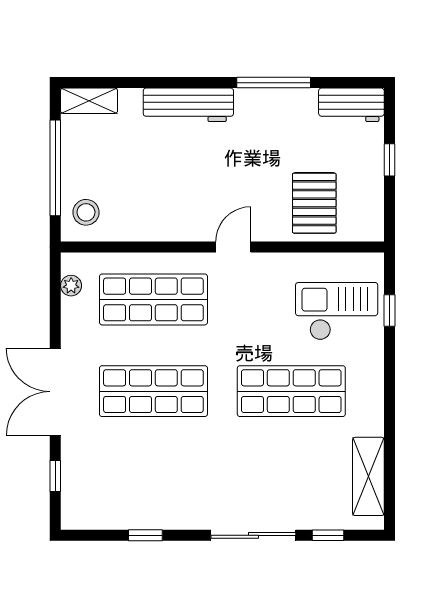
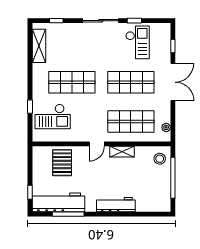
window: (274, 83) -> (68, 214), moved
shelving: (89, 101) -> (122, 152), moved
workbench: (351, 105) -> (58, 202), width x1.88, depth x1.32
window: (389, 160) -> (30, 192), moved
window: (389, 311) -> (30, 107), moved
checkout: (138, 485) -> (138, 42), added
sliding door: (253, 535) -> (101, 21), moved

